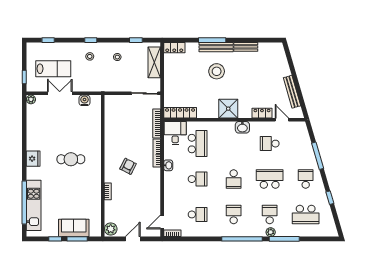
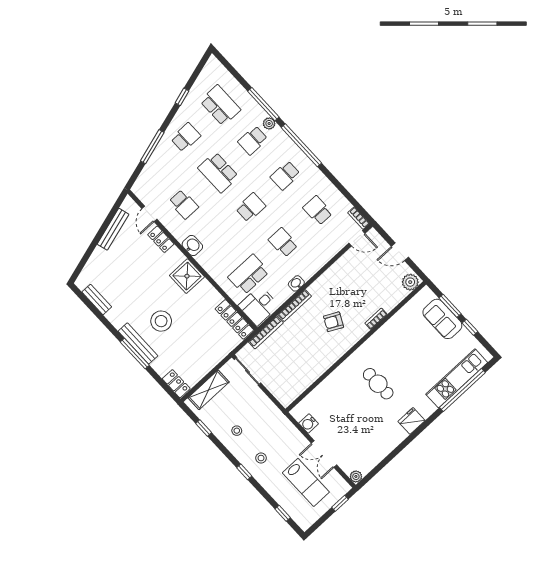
bench: (246, 47) -> (97, 299), moved
lab bench: (53, 69) -> (306, 482), turned 180
school desk: (306, 179) -> (186, 137), turned 180

